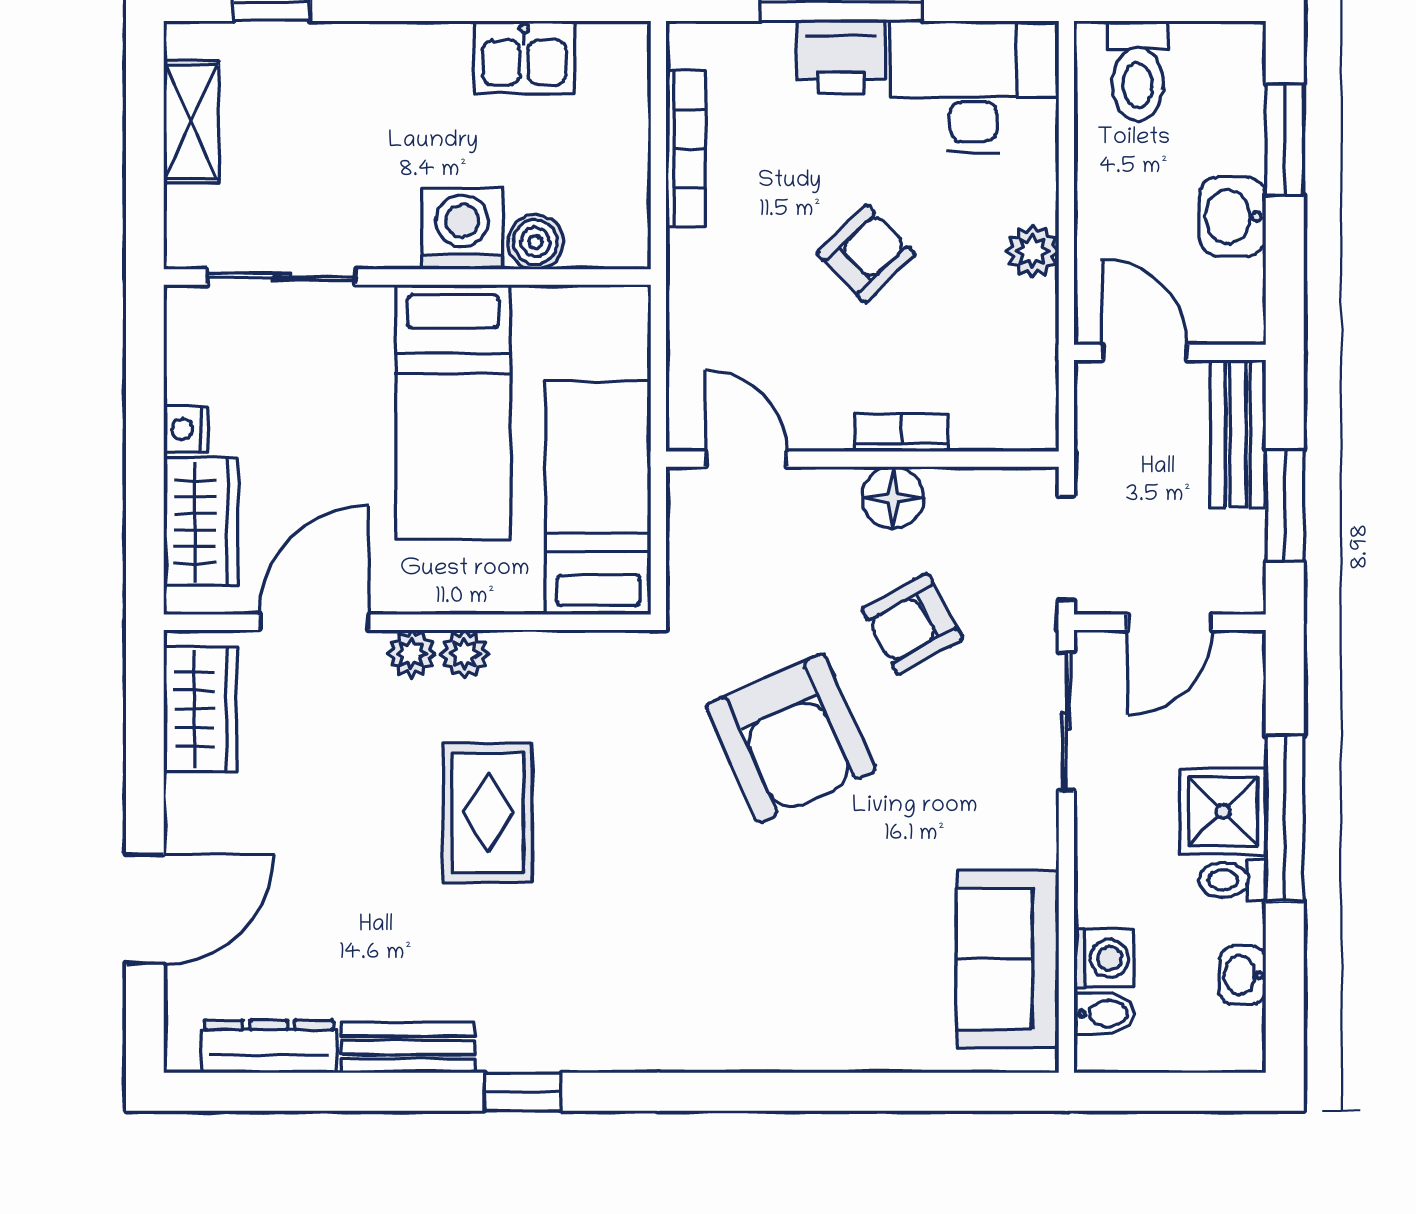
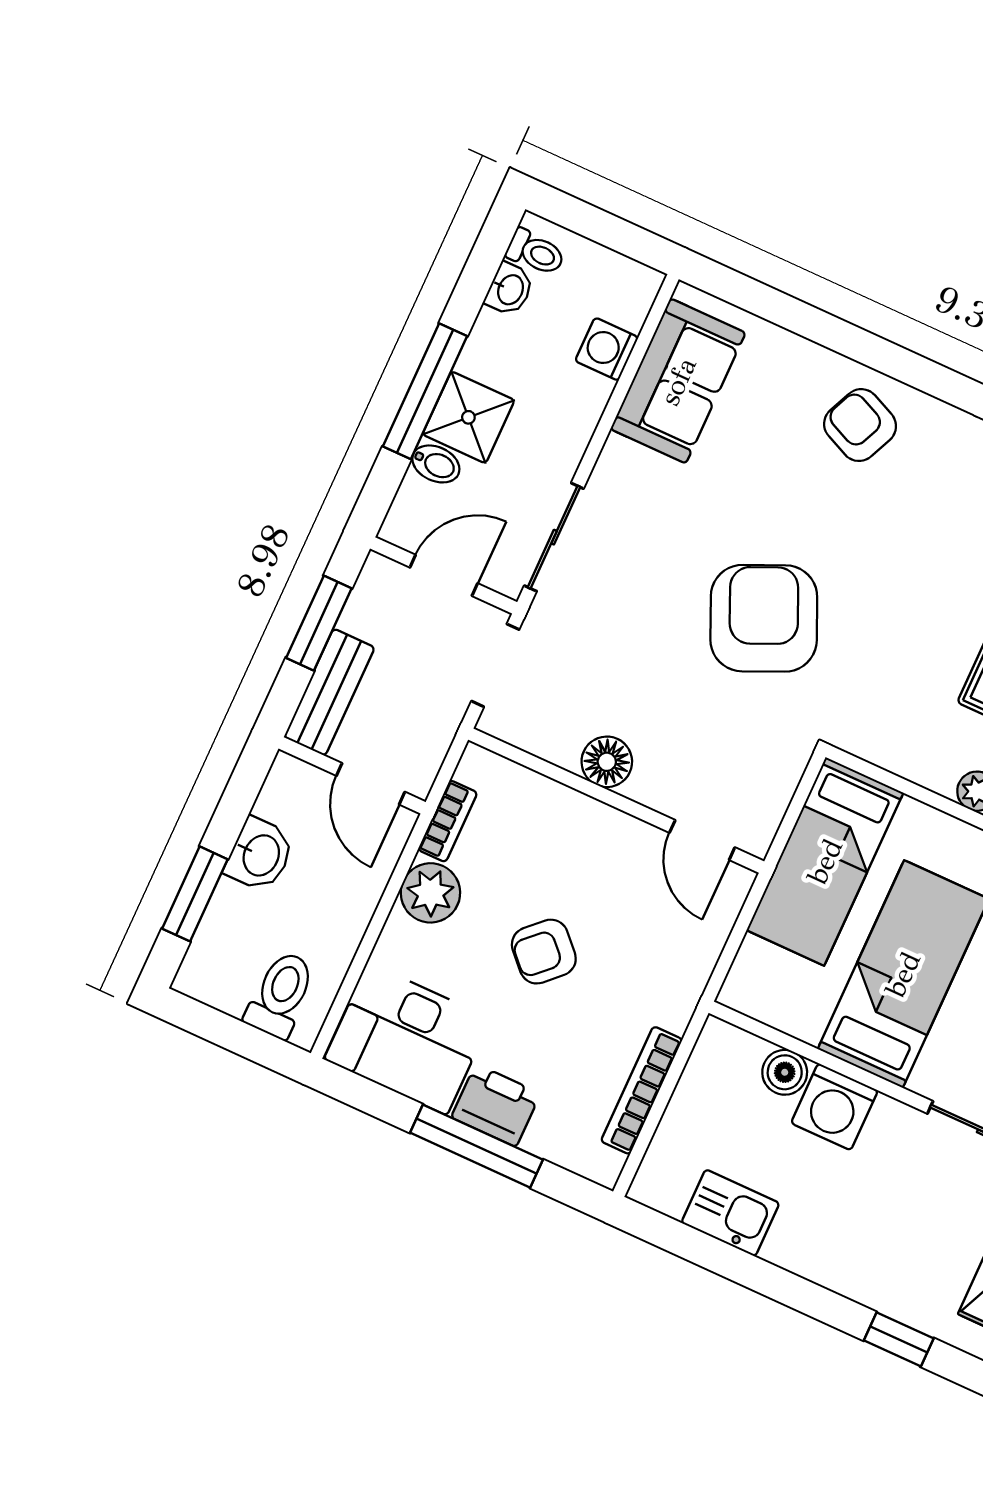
plant: (1032, 251) -> (430, 893), width x1.38, depth x1.38
bookcase: (902, 433) -> (448, 821), moved, turned -90
armchair: (913, 624) -> (860, 425), moved, turned -127
toilet: (1232, 880) -> (536, 252), moved
bidet: (1104, 1014) -> (436, 464), moved, turned 180

